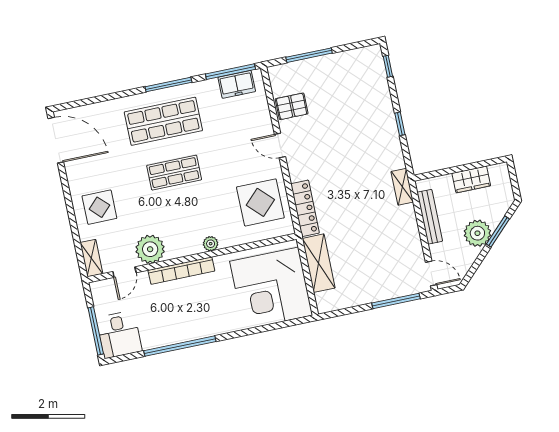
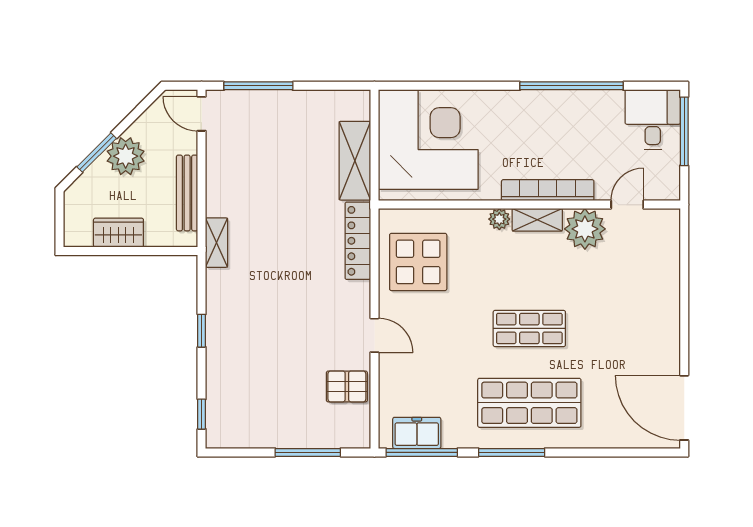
display table: (99, 207) -> (643, 302), removed
shelving: (91, 258) -> (537, 220), moved, turned 90

